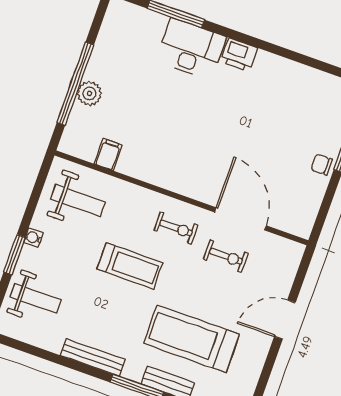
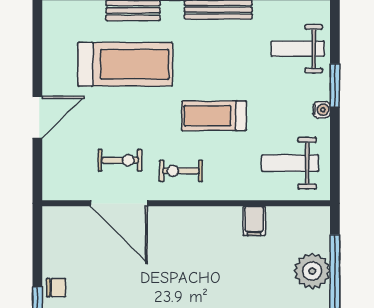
plant: (89, 93) -> (312, 271), width x1.36, depth x1.36
filing cabinet: (108, 154) -> (254, 221), moved
exercise bike: (226, 256) -> (120, 160), turned 180

